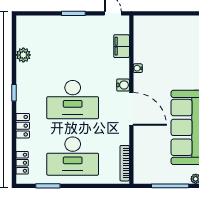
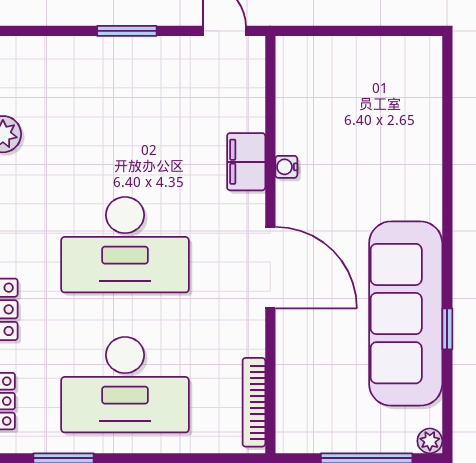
filing cabinet: (122, 46) -> (246, 162), moved
water cooler: (123, 85) -> (250, 208), removed

